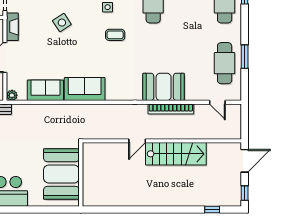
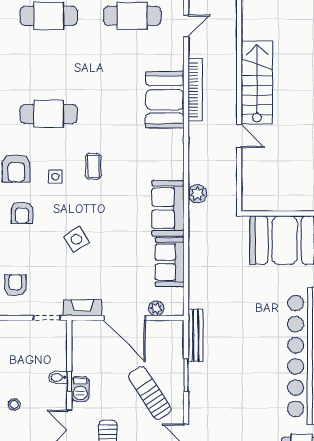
plant: (12, 95) -> (156, 308), moved
plant: (95, 111) -> (197, 194), added

